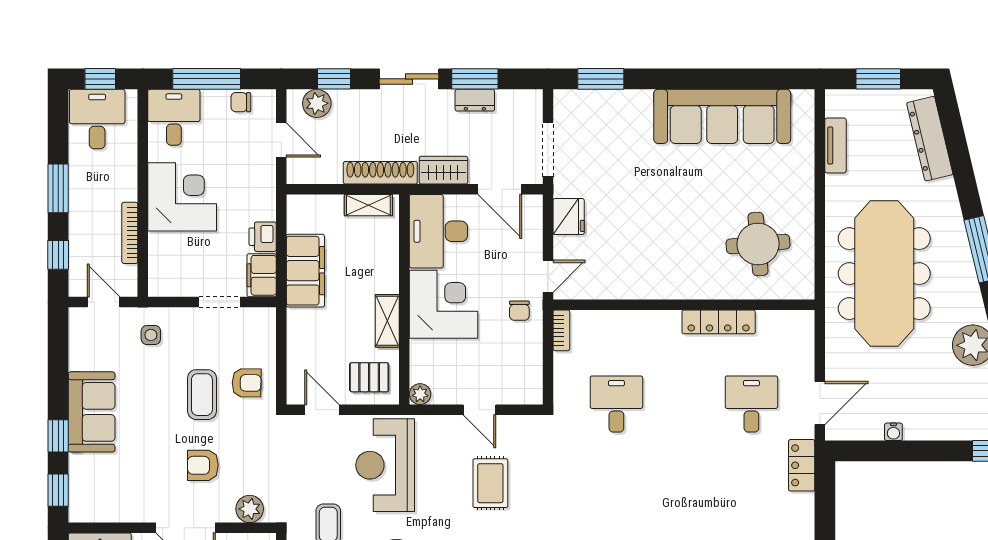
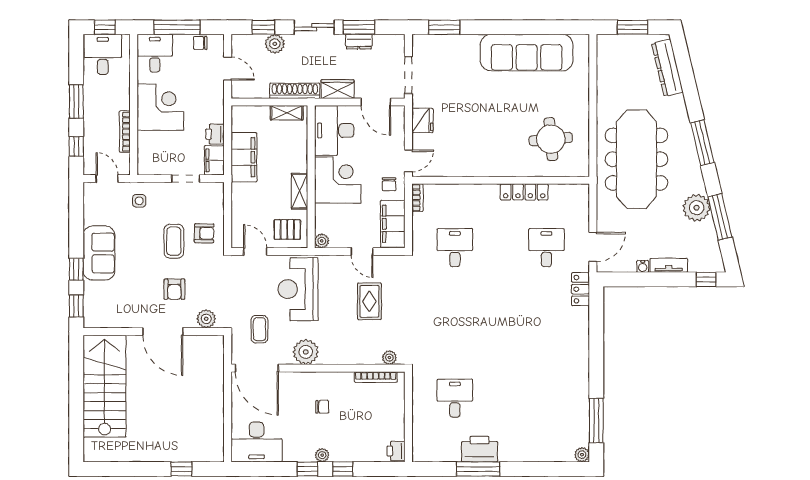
plant: (317, 103) -> (275, 44), moved
tv unit: (835, 145) -> (669, 265), moved, turned -90
filing cabinet: (525, 369) -> (393, 224), added
armchair: (203, 465) -> (174, 289), turned -90

